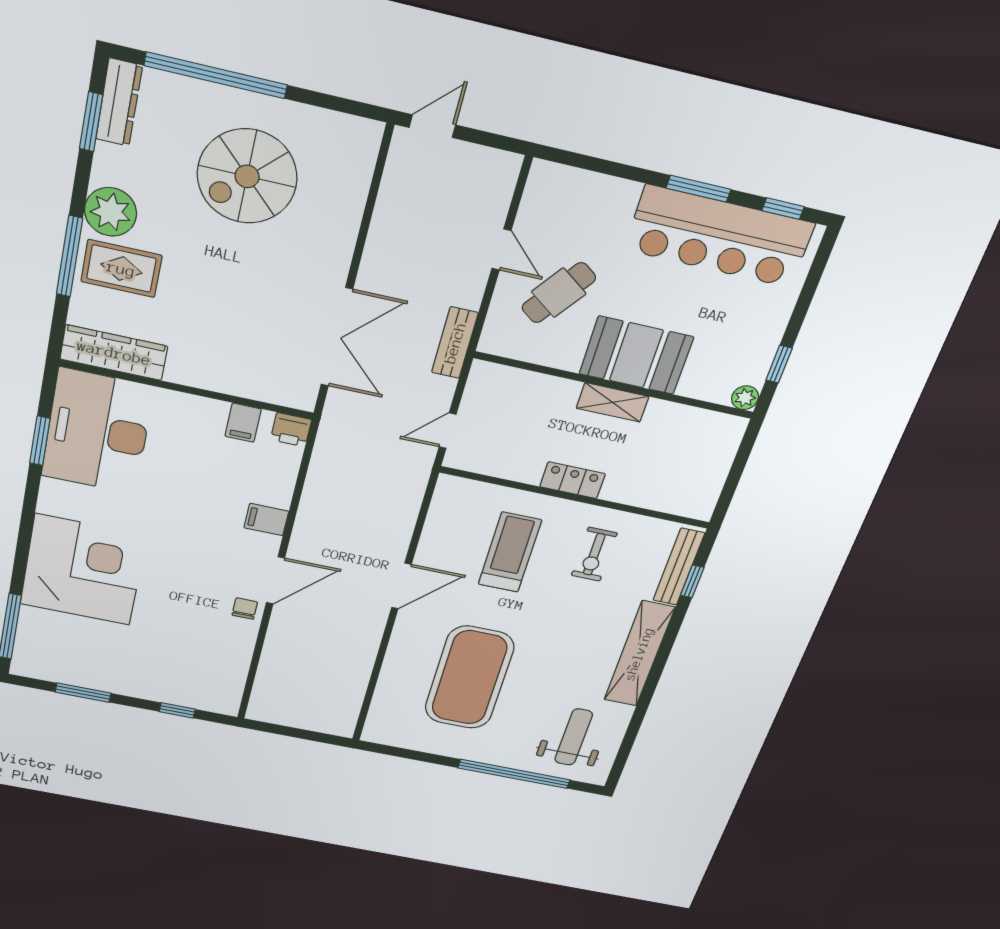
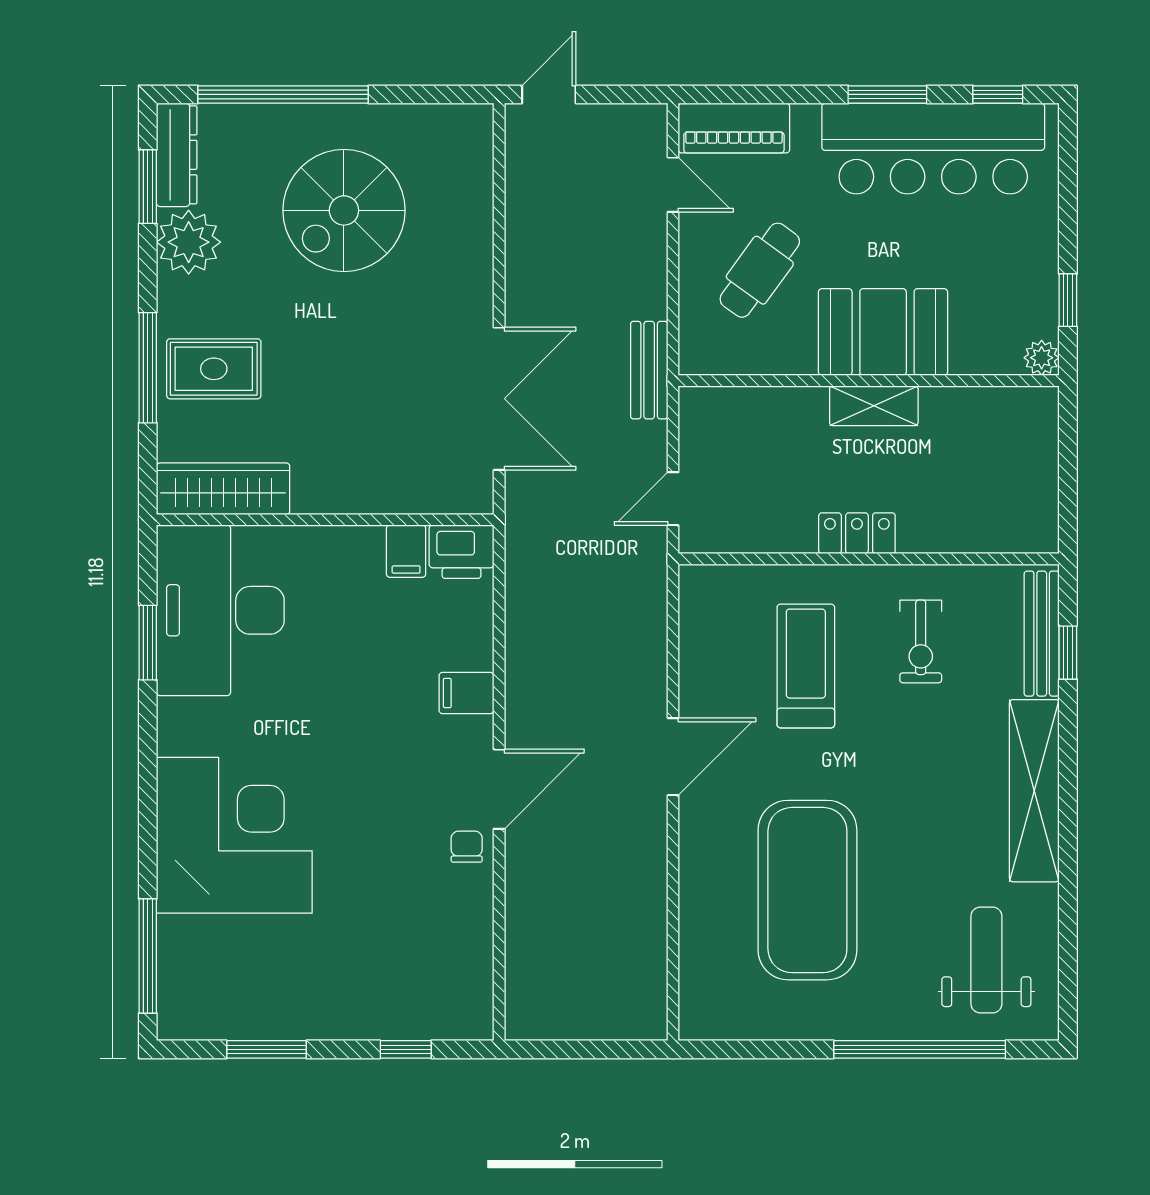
piano: (571, 186) -> (734, 128), added
plant: (111, 212) -> (189, 242), moved
door: (501, 250) -> (673, 185), moved
printer: (291, 430) -> (462, 552), width x1.36, depth x1.24

